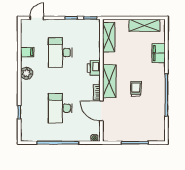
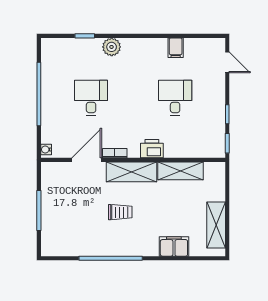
shelving: (109, 37) -> (181, 171), moved
desk: (60, 52) -> (175, 98), width x0.73
plant: (27, 73) -> (112, 47), moved
desk: (60, 108) -> (91, 98), width x0.73

